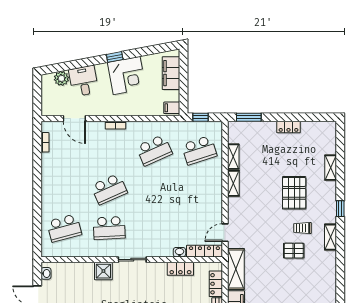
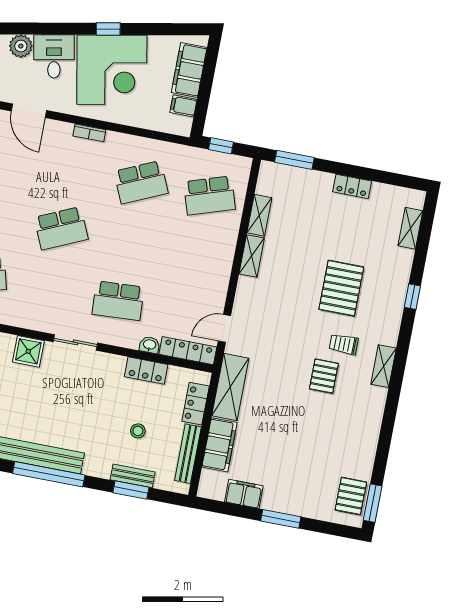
corner desk: (127, 75) -> (112, 70), width x1.36, depth x1.36
filing cabinet: (172, 108) -> (183, 106), moved
shelving: (331, 168) -> (410, 228), moved
window: (340, 209) -> (412, 297), moved
school desk: (109, 228) -> (118, 301), moved
pallet: (294, 251) -> (324, 376), turned 90

